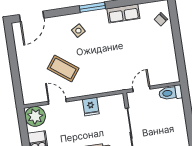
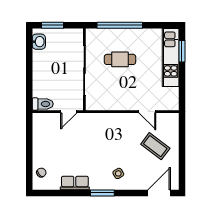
coffee table: (63, 68) -> (155, 146), moved
fridge: (91, 107) -> (117, 102), removed
plant: (35, 116) -> (170, 101), removed

